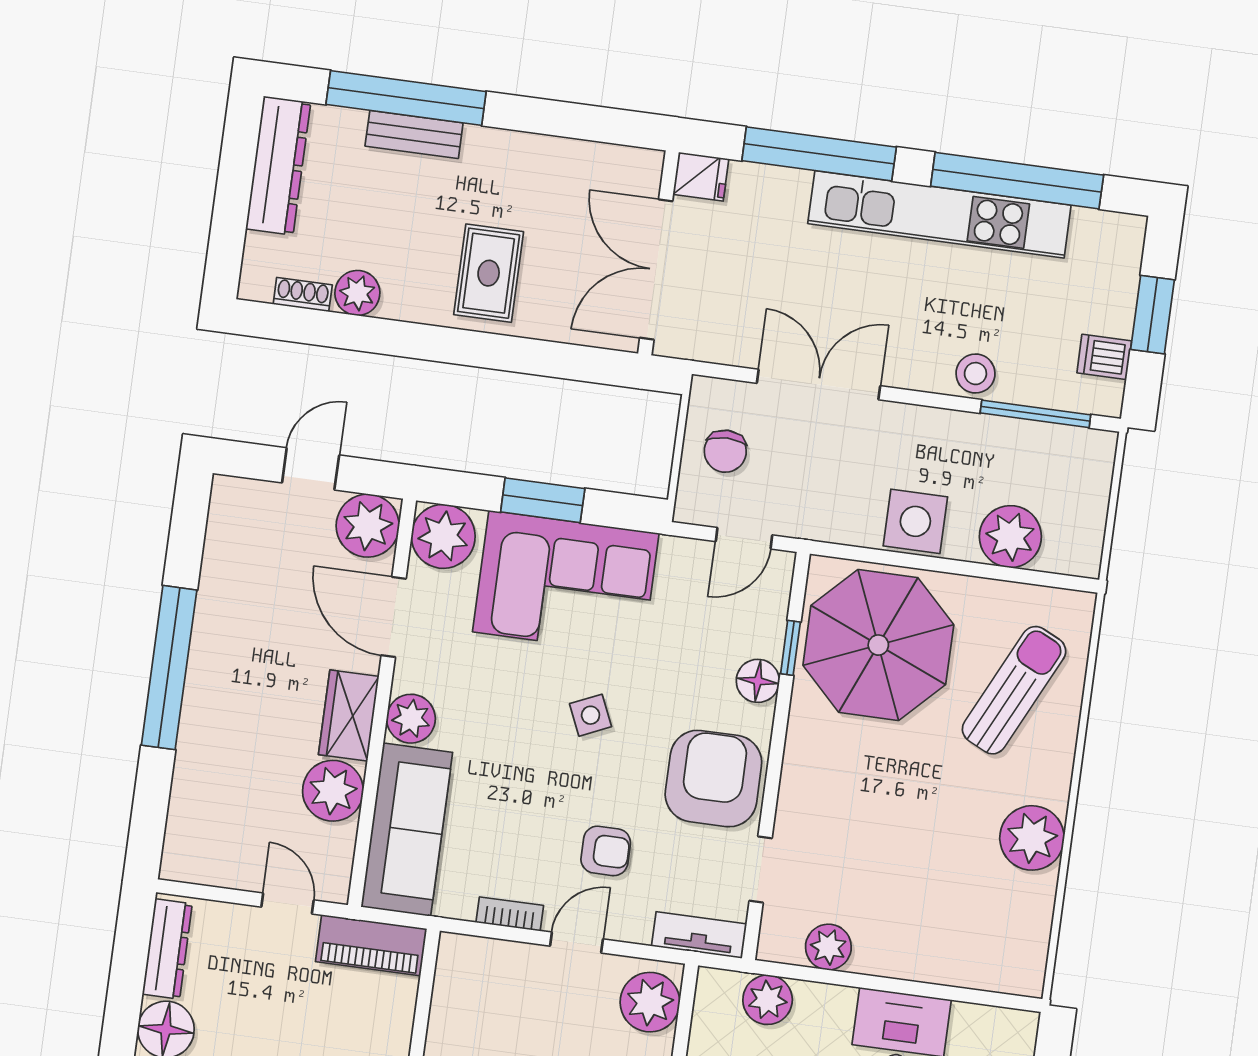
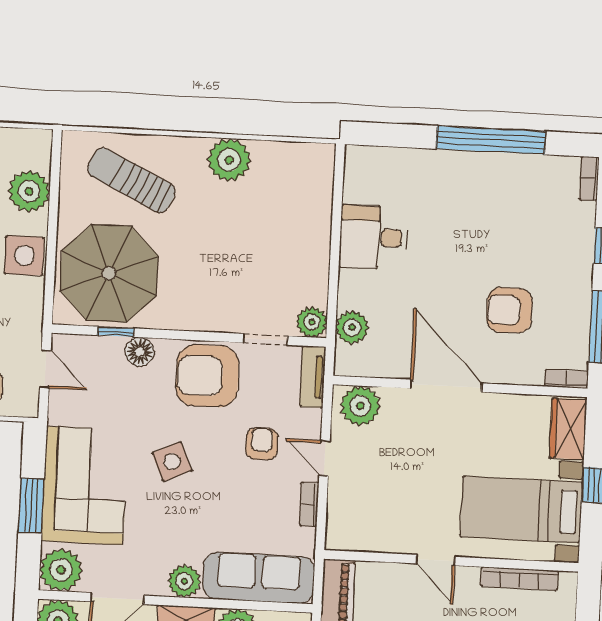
side table: (591, 715) -> (172, 462), width x1.37, depth x1.37
plant: (828, 947) -> (312, 322), moved

